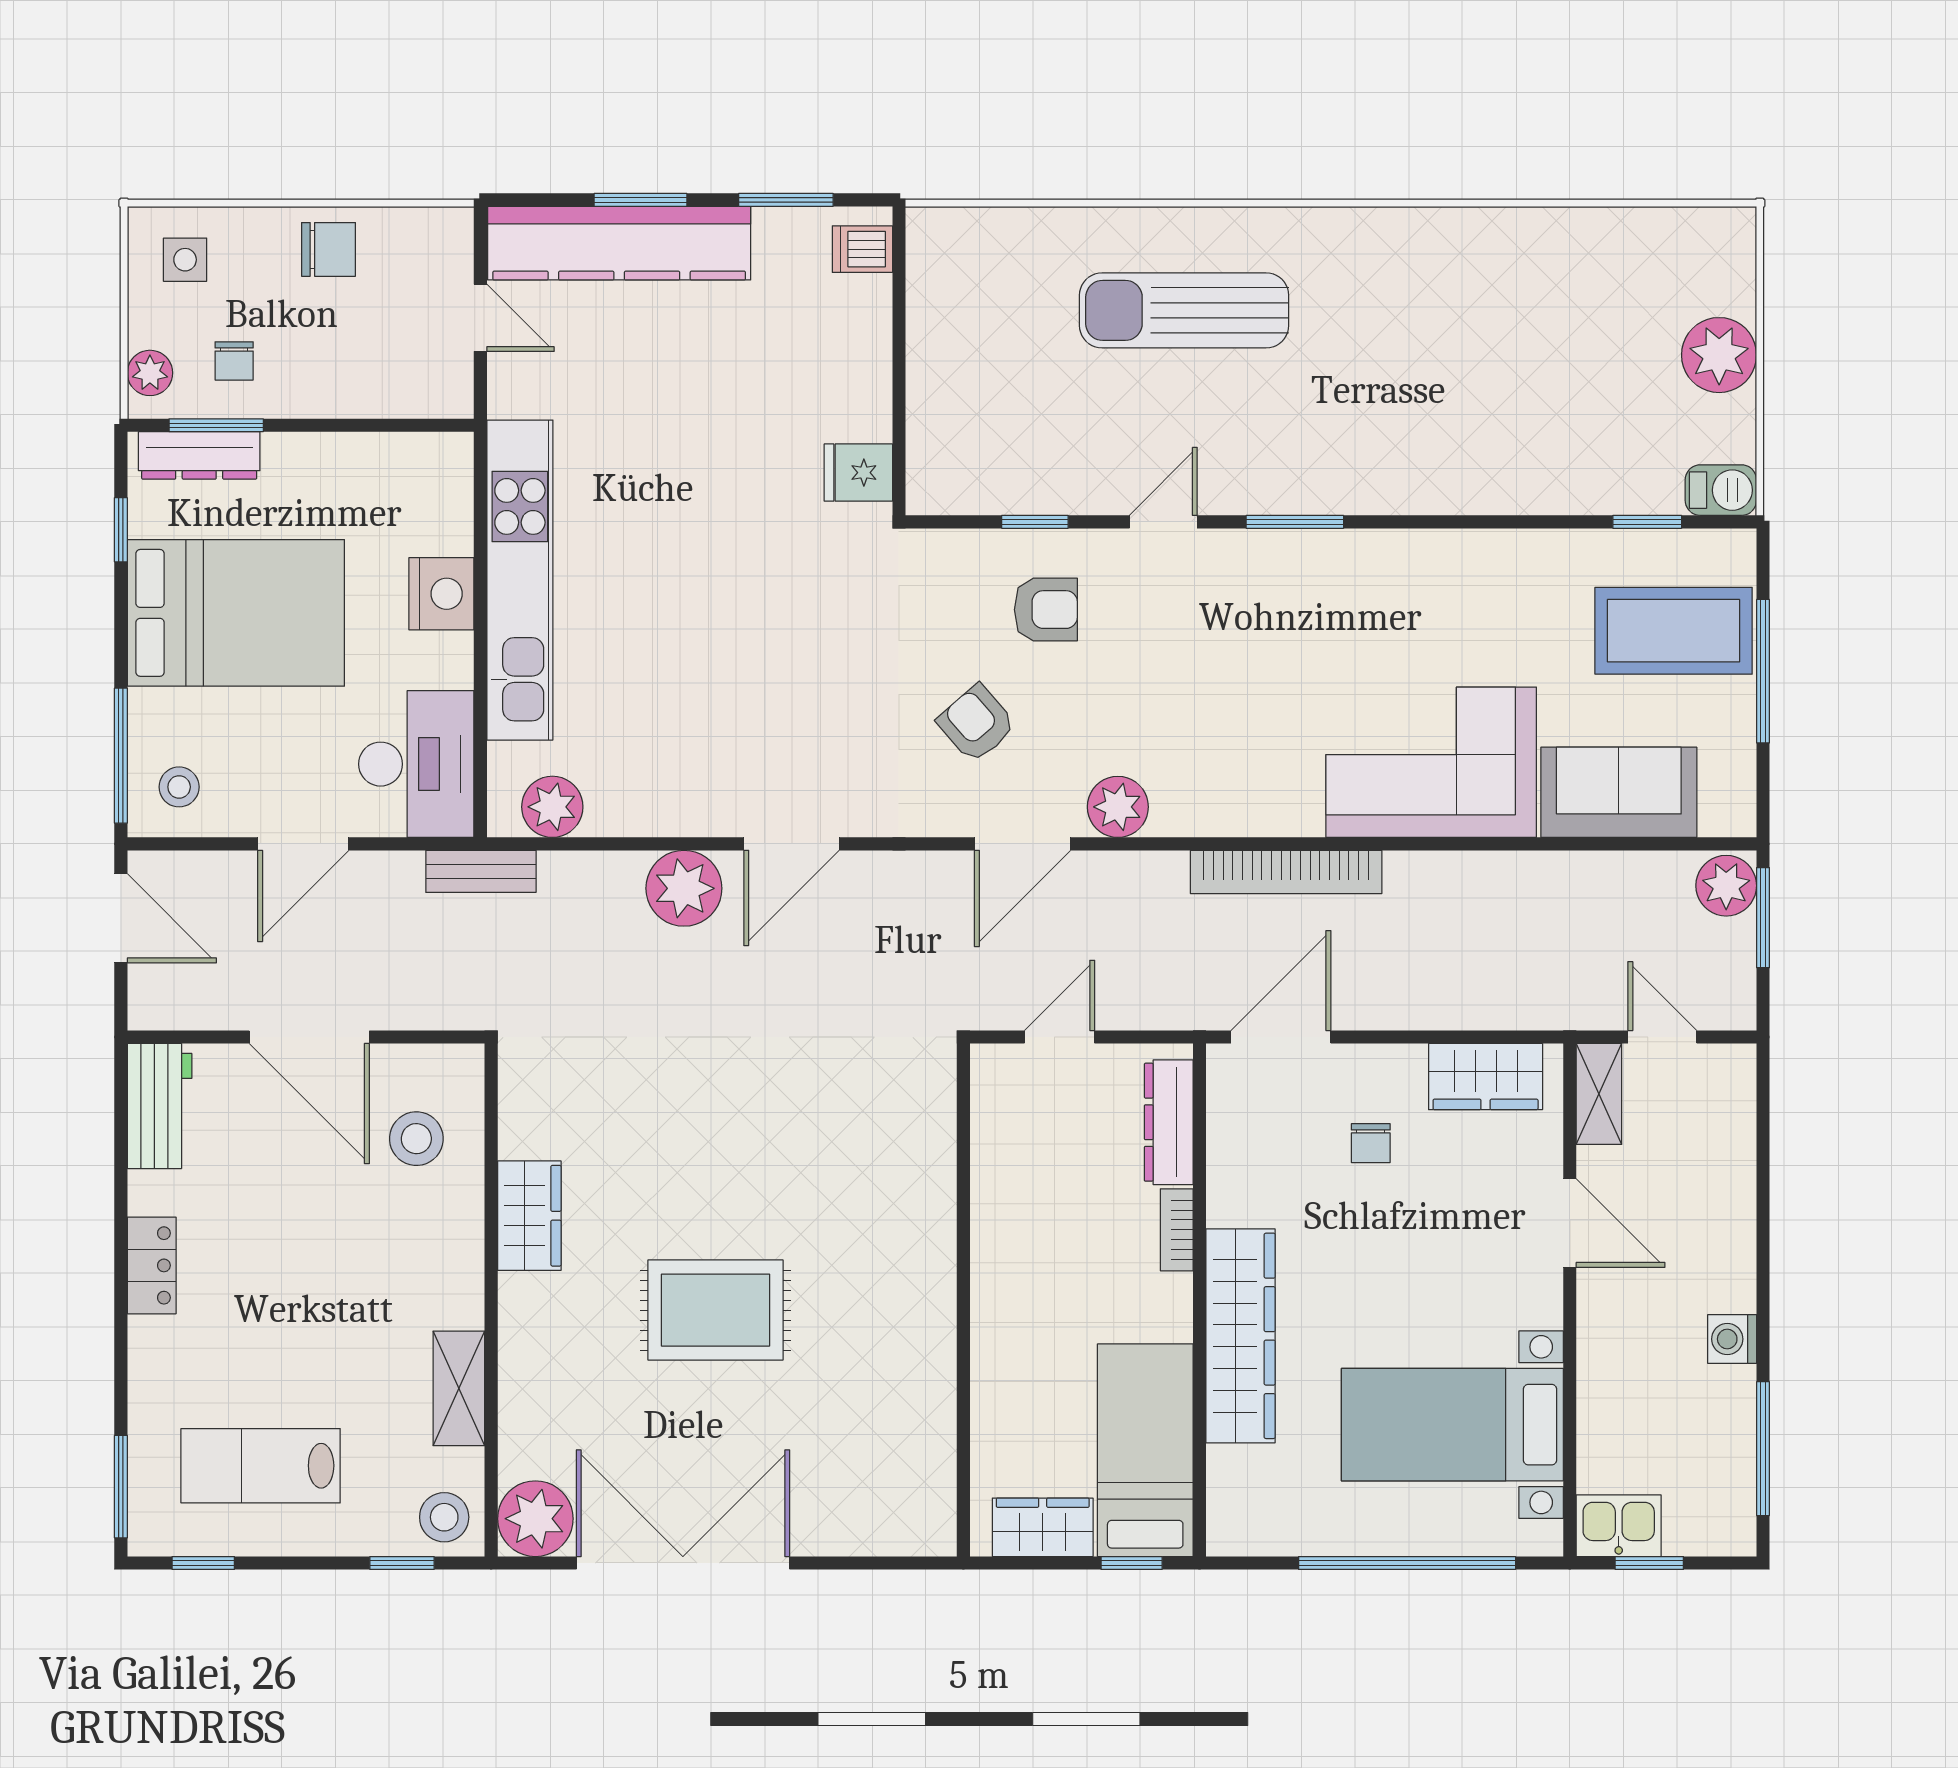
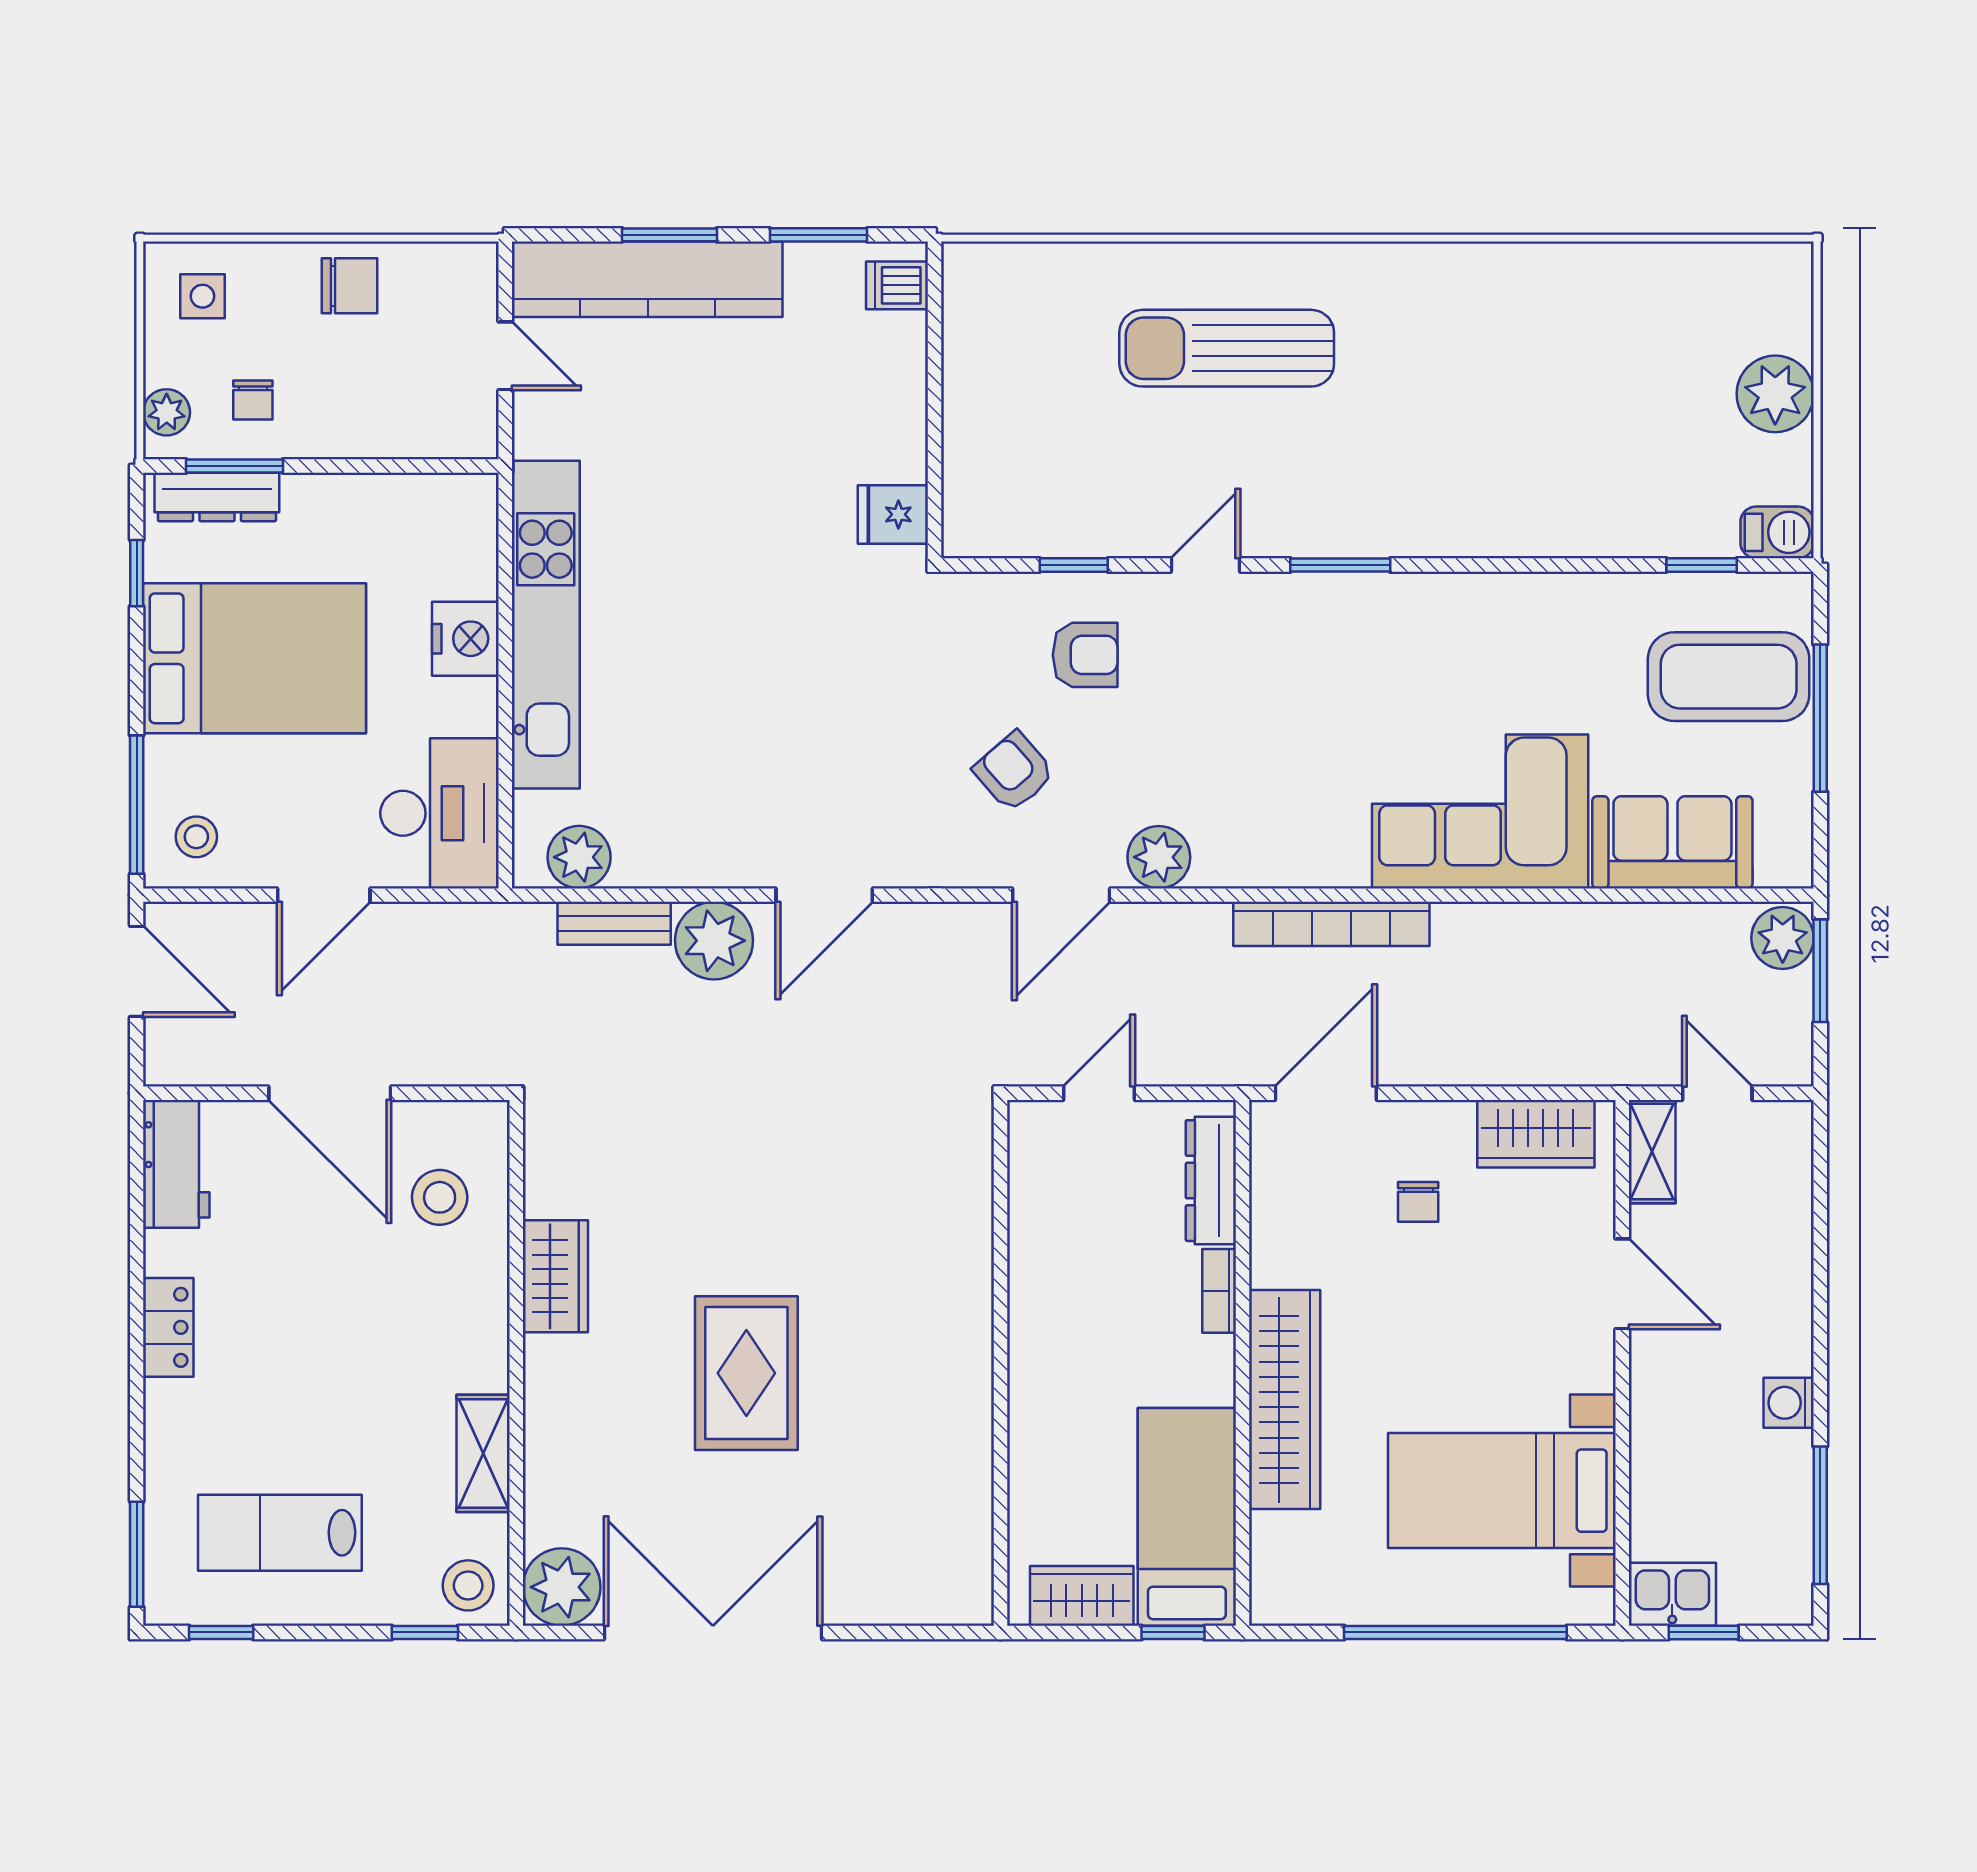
bench: (481, 871) -> (614, 923), moved
rug: (716, 1310) -> (746, 1373), turned 90

